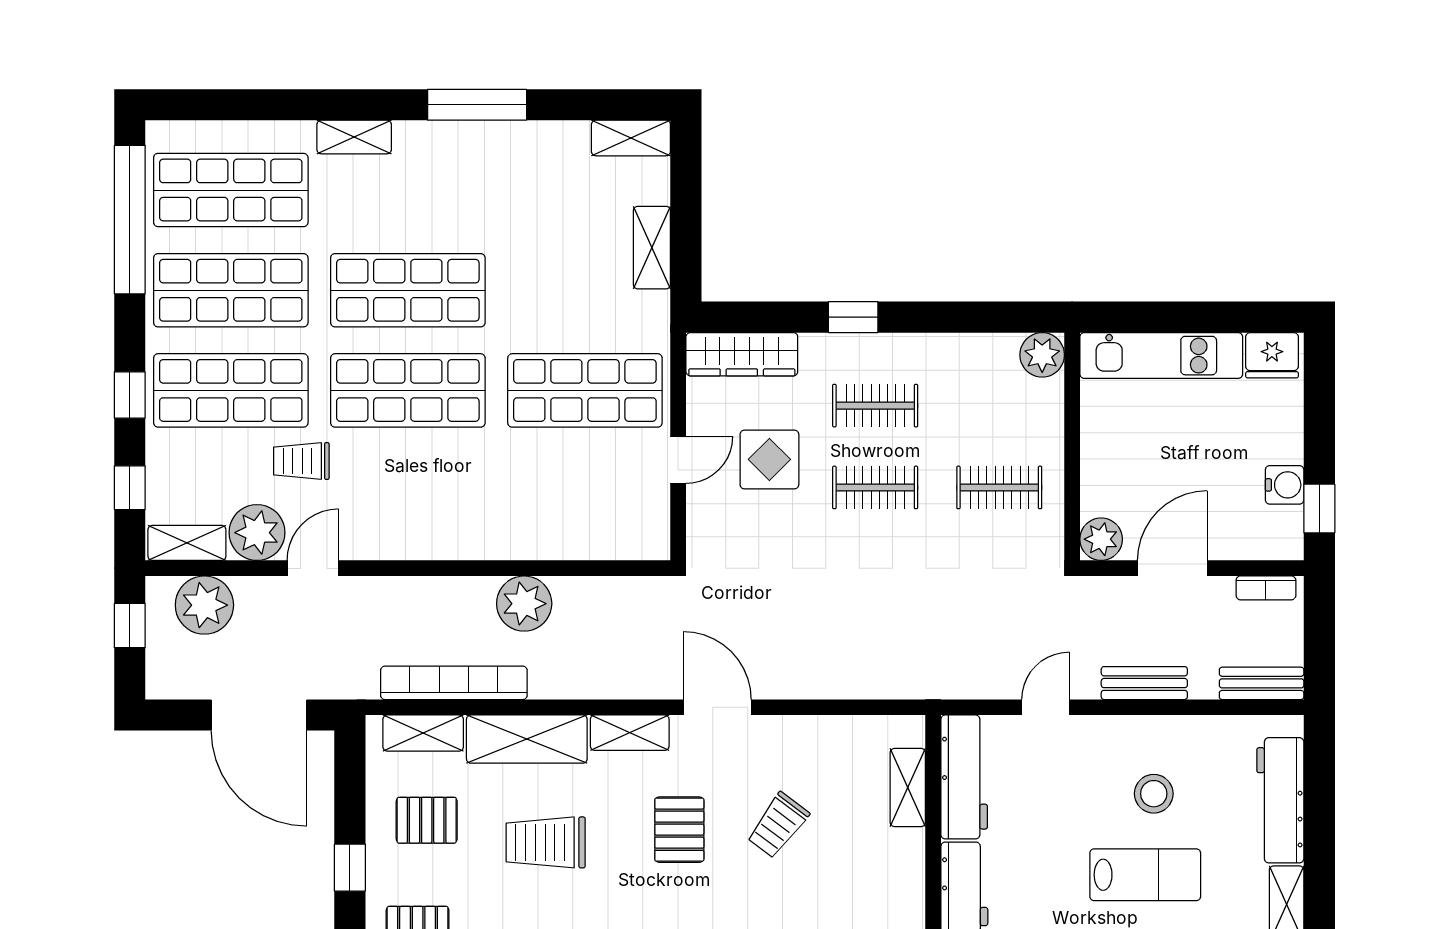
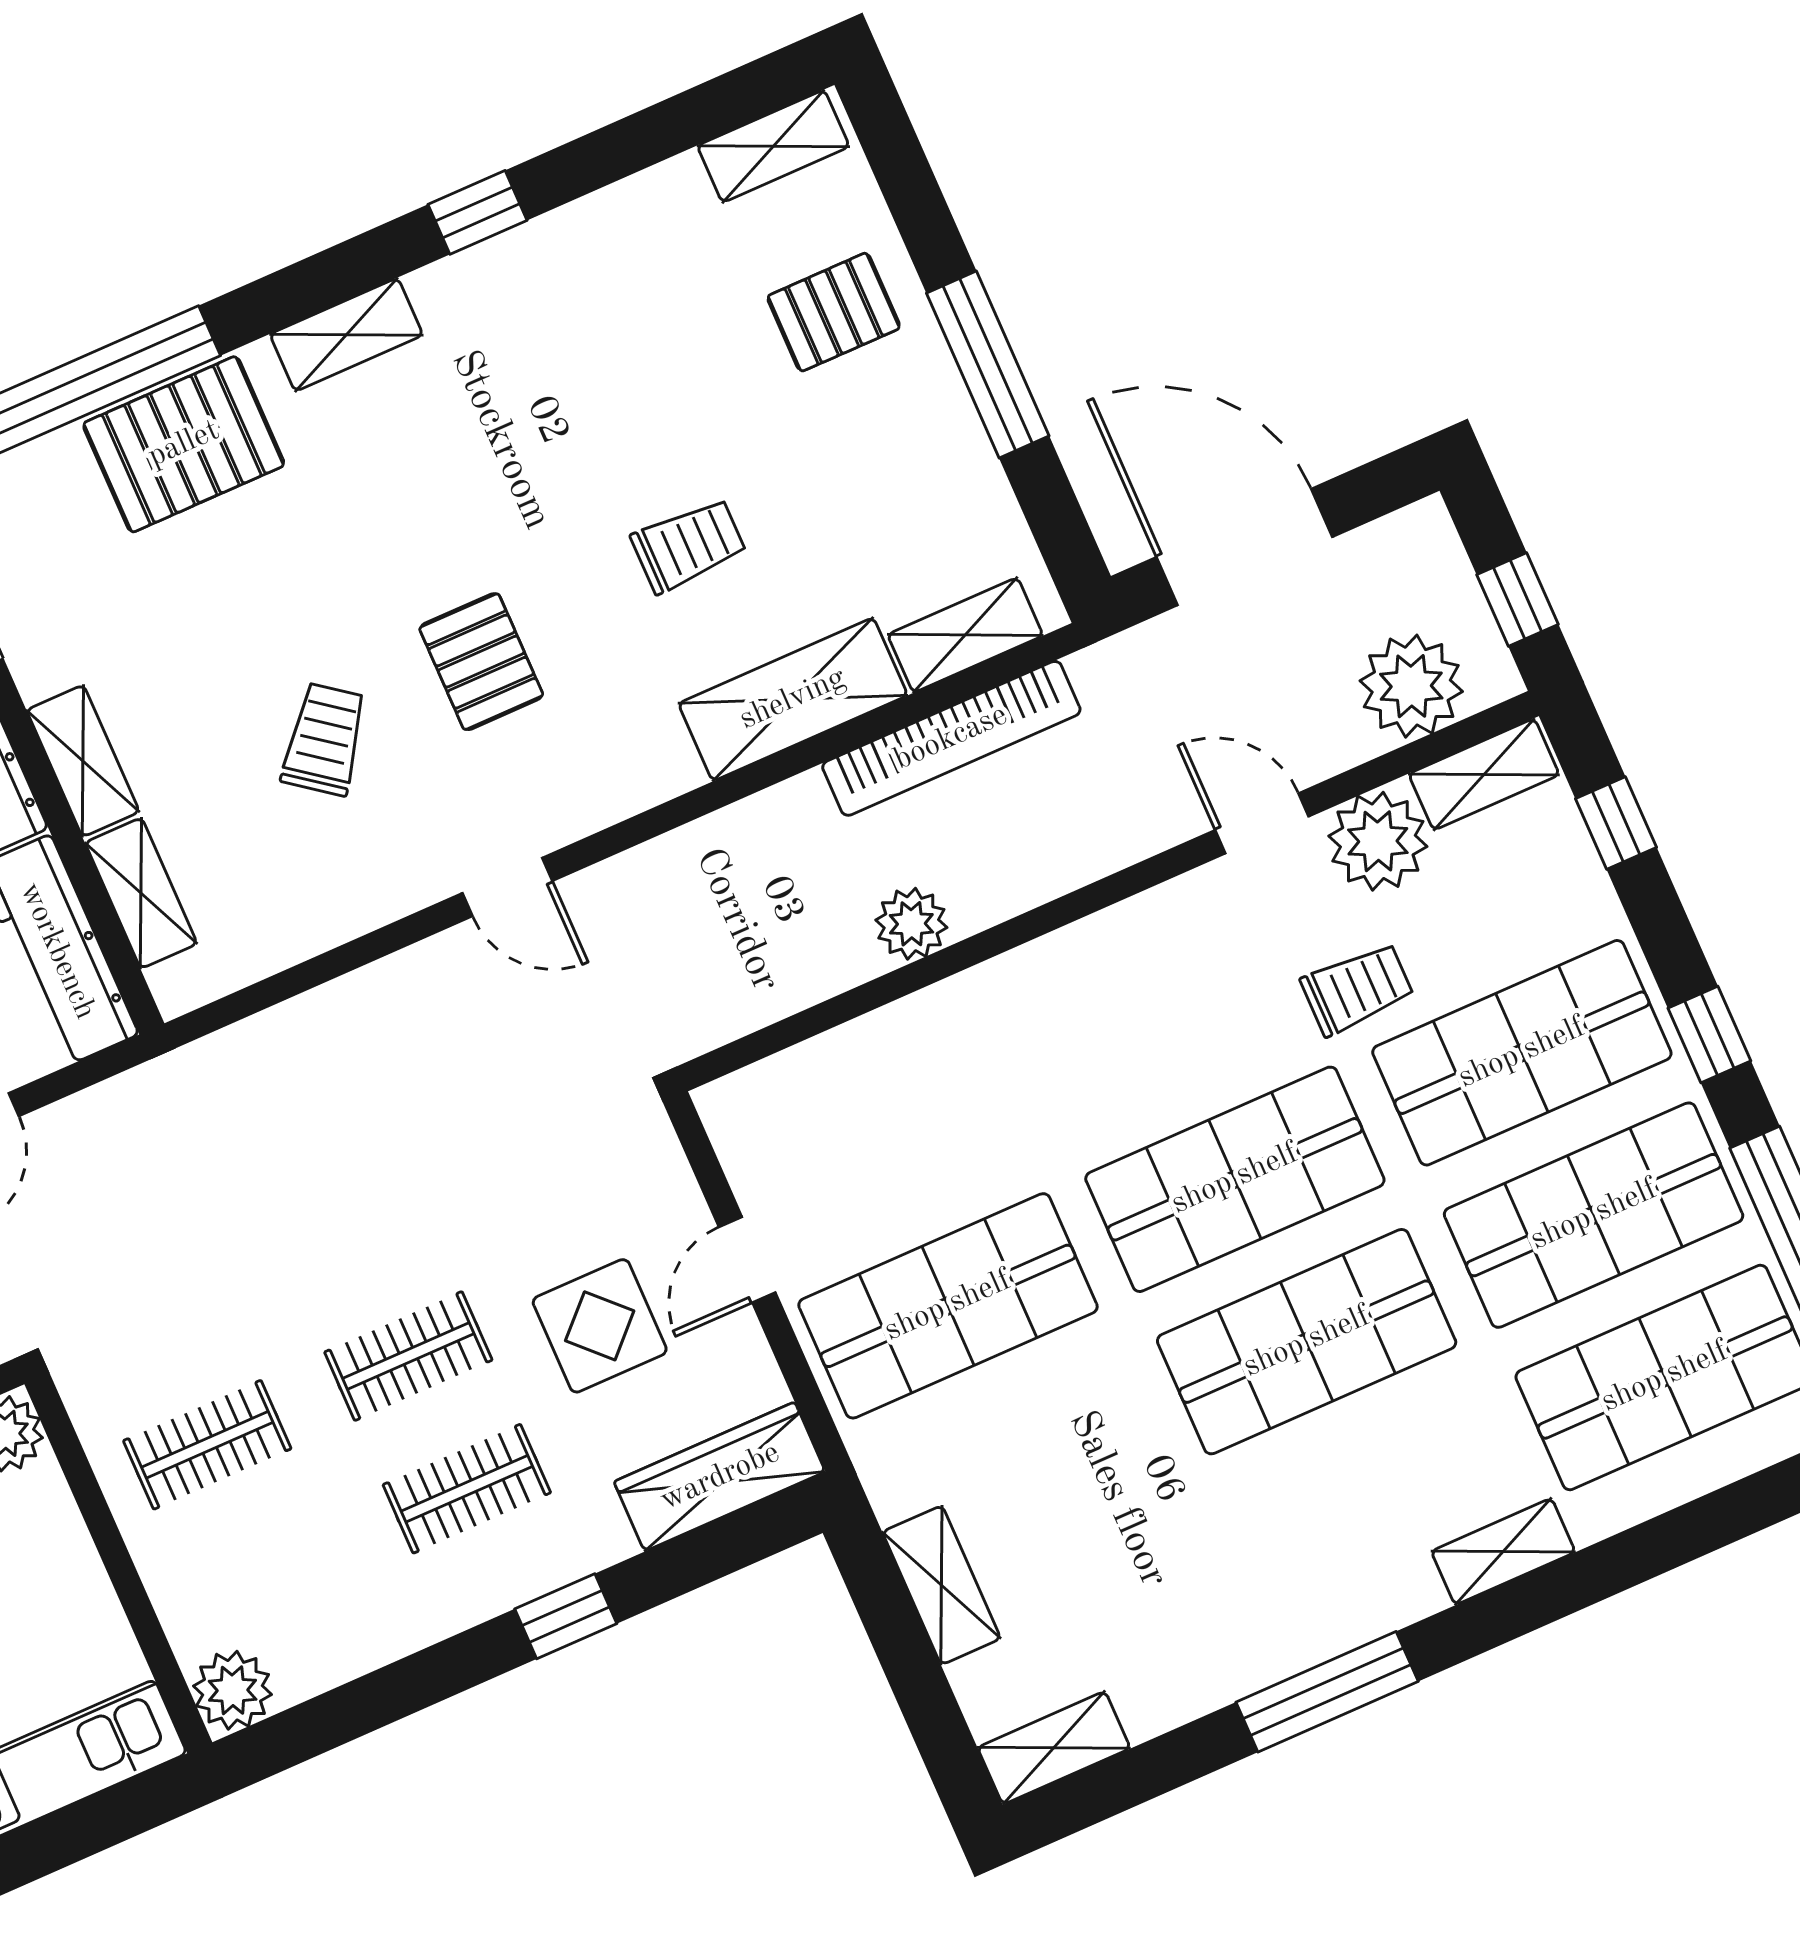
window: (130, 395) -> (1709, 1035), moved
door: (313, 568) -> (1262, 823), swing flipped
plant: (524, 604) -> (911, 924), width x0.73, depth x0.73
door: (717, 707) -> (507, 887), width x0.73
shelving: (630, 733) -> (83, 761), moved, turned 90
pallet: (427, 820) -> (897, 496), removed
trolley: (546, 842) -> (689, 545), width x0.73, depth x0.72
window: (350, 868) -> (988, 364), width x2.17

